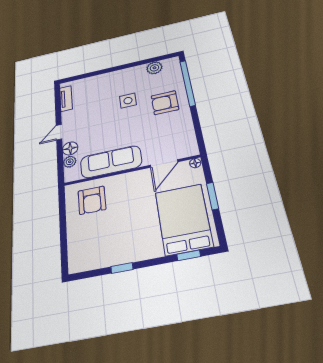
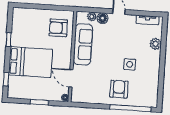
plant: (154, 68) -> (156, 44), moved
bed: (183, 219) -> (31, 62), moved

